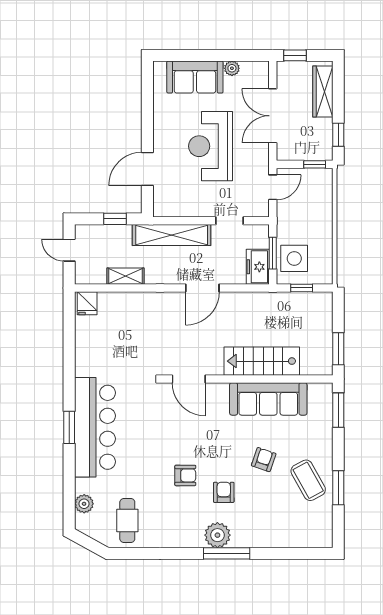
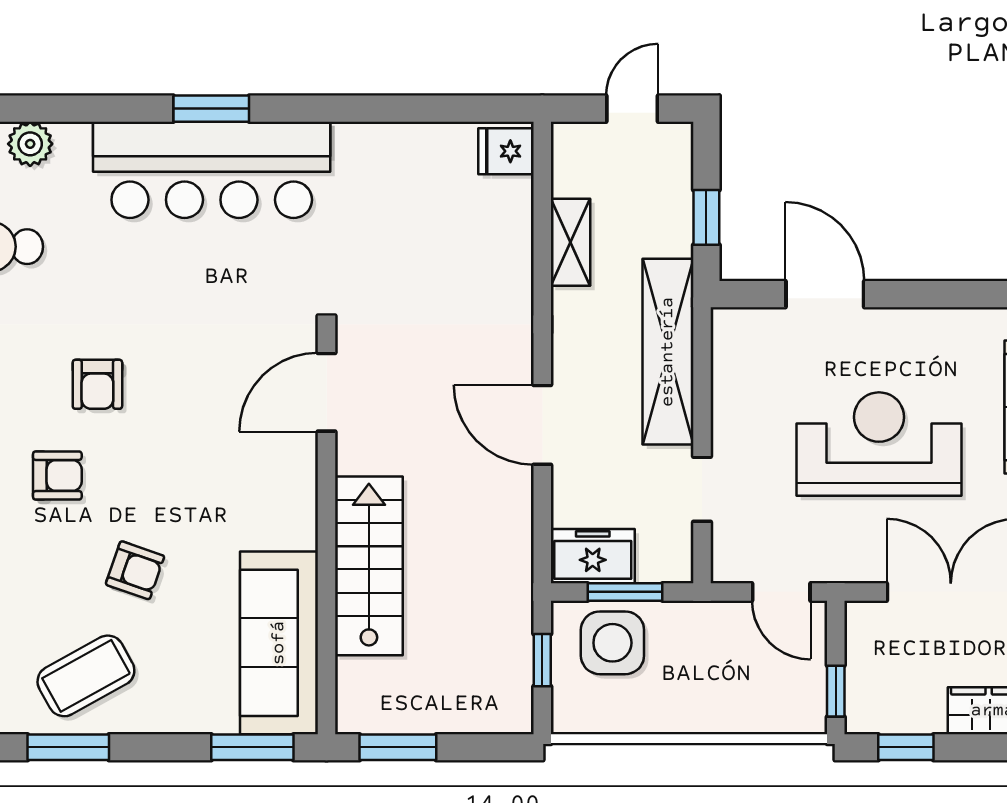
sofa: (268, 399) -> (279, 643), moved

